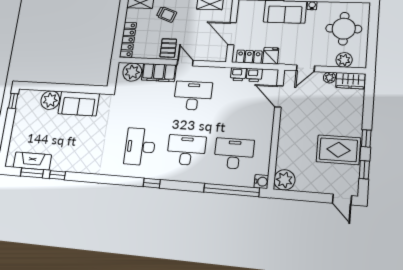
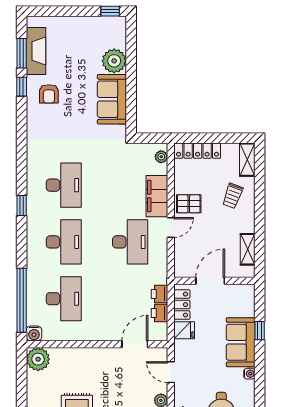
plant: (132, 72) -> (161, 157), width x0.53, depth x0.53
desk: (140, 147) -> (64, 185), turned 90
armchair: (67, 153) -> (49, 94), added

